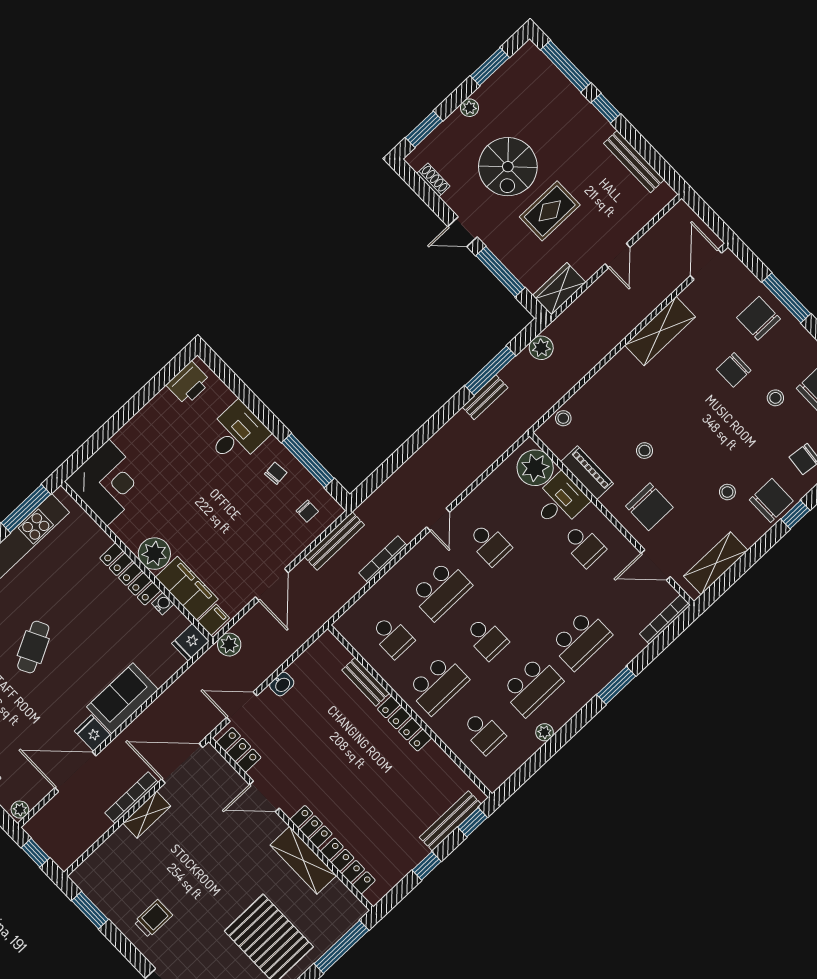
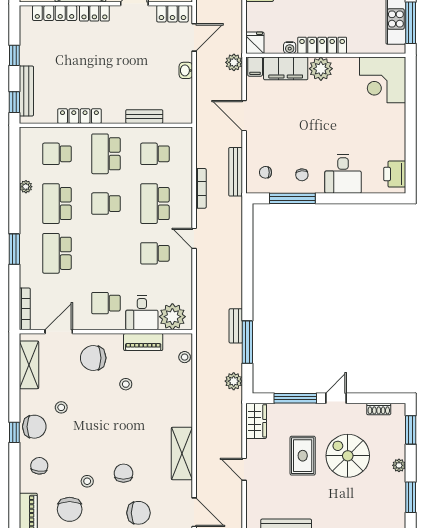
chair: (771, 500) -> (34, 427), turned -90
locker: (405, 723) -> (79, 116), moved

